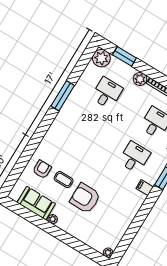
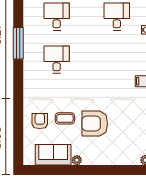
desk: (134, 157) -> (57, 59), moved

